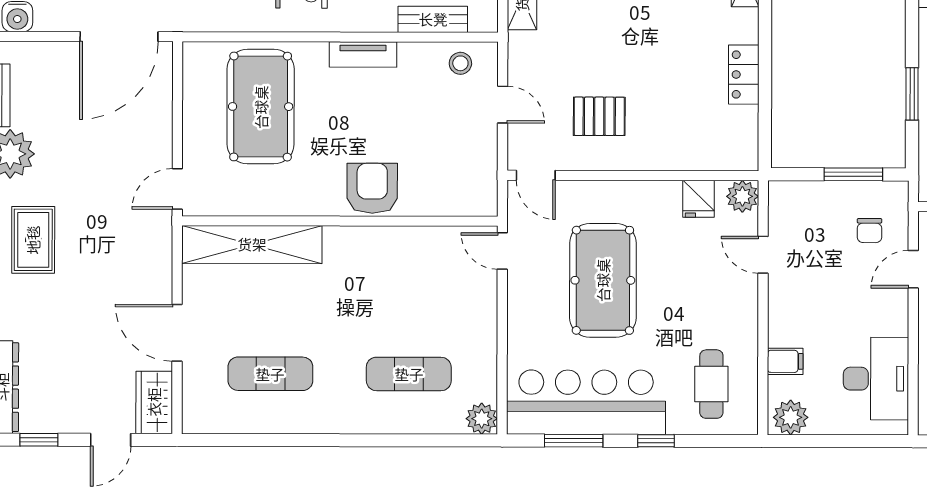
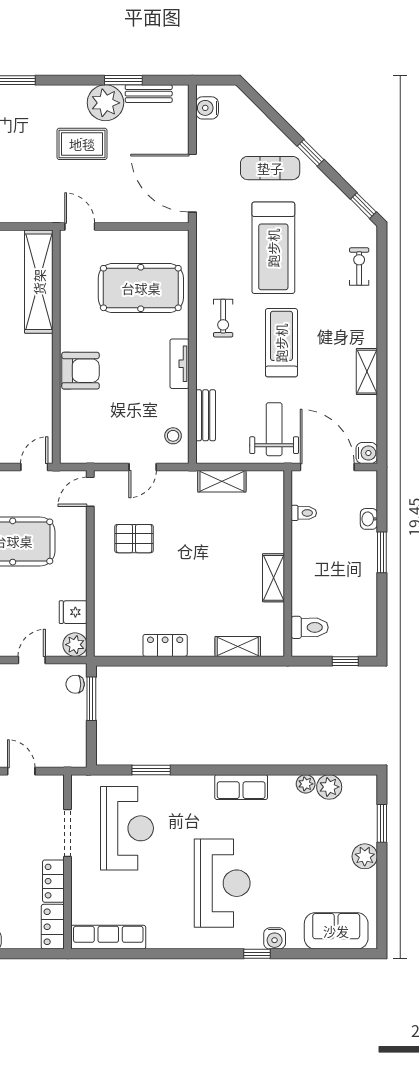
pallet: (599, 116) -> (134, 539), turned 90
window: (853, 174) -> (91, 699), moved
chair: (869, 231) -> (75, 684), moved
rug: (33, 240) -> (82, 144), moved

